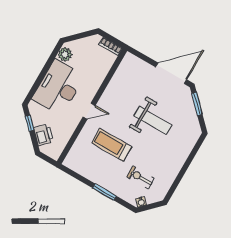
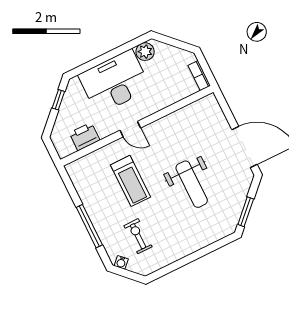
window: (197, 104) -> (246, 212), moved
printer: (44, 135) -> (85, 137), moved, turned -135
treadmill: (112, 145) -> (130, 181), turned 180
window: (104, 192) -> (89, 226), width x1.44

